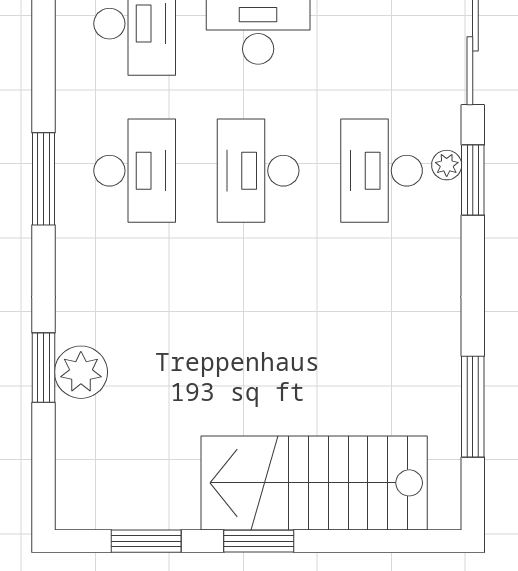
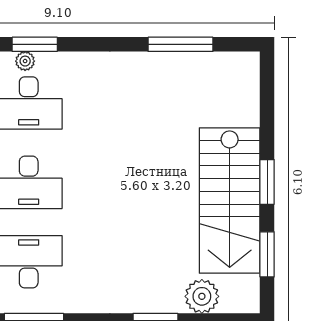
plant: (81, 372) -> (202, 296), moved
stairs: (314, 483) -> (230, 200), moved

